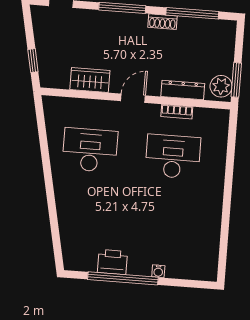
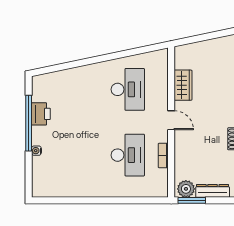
window: (33, 61) -> (195, 39), removed
dresser: (183, 90) -> (213, 191), moved, turned -90

